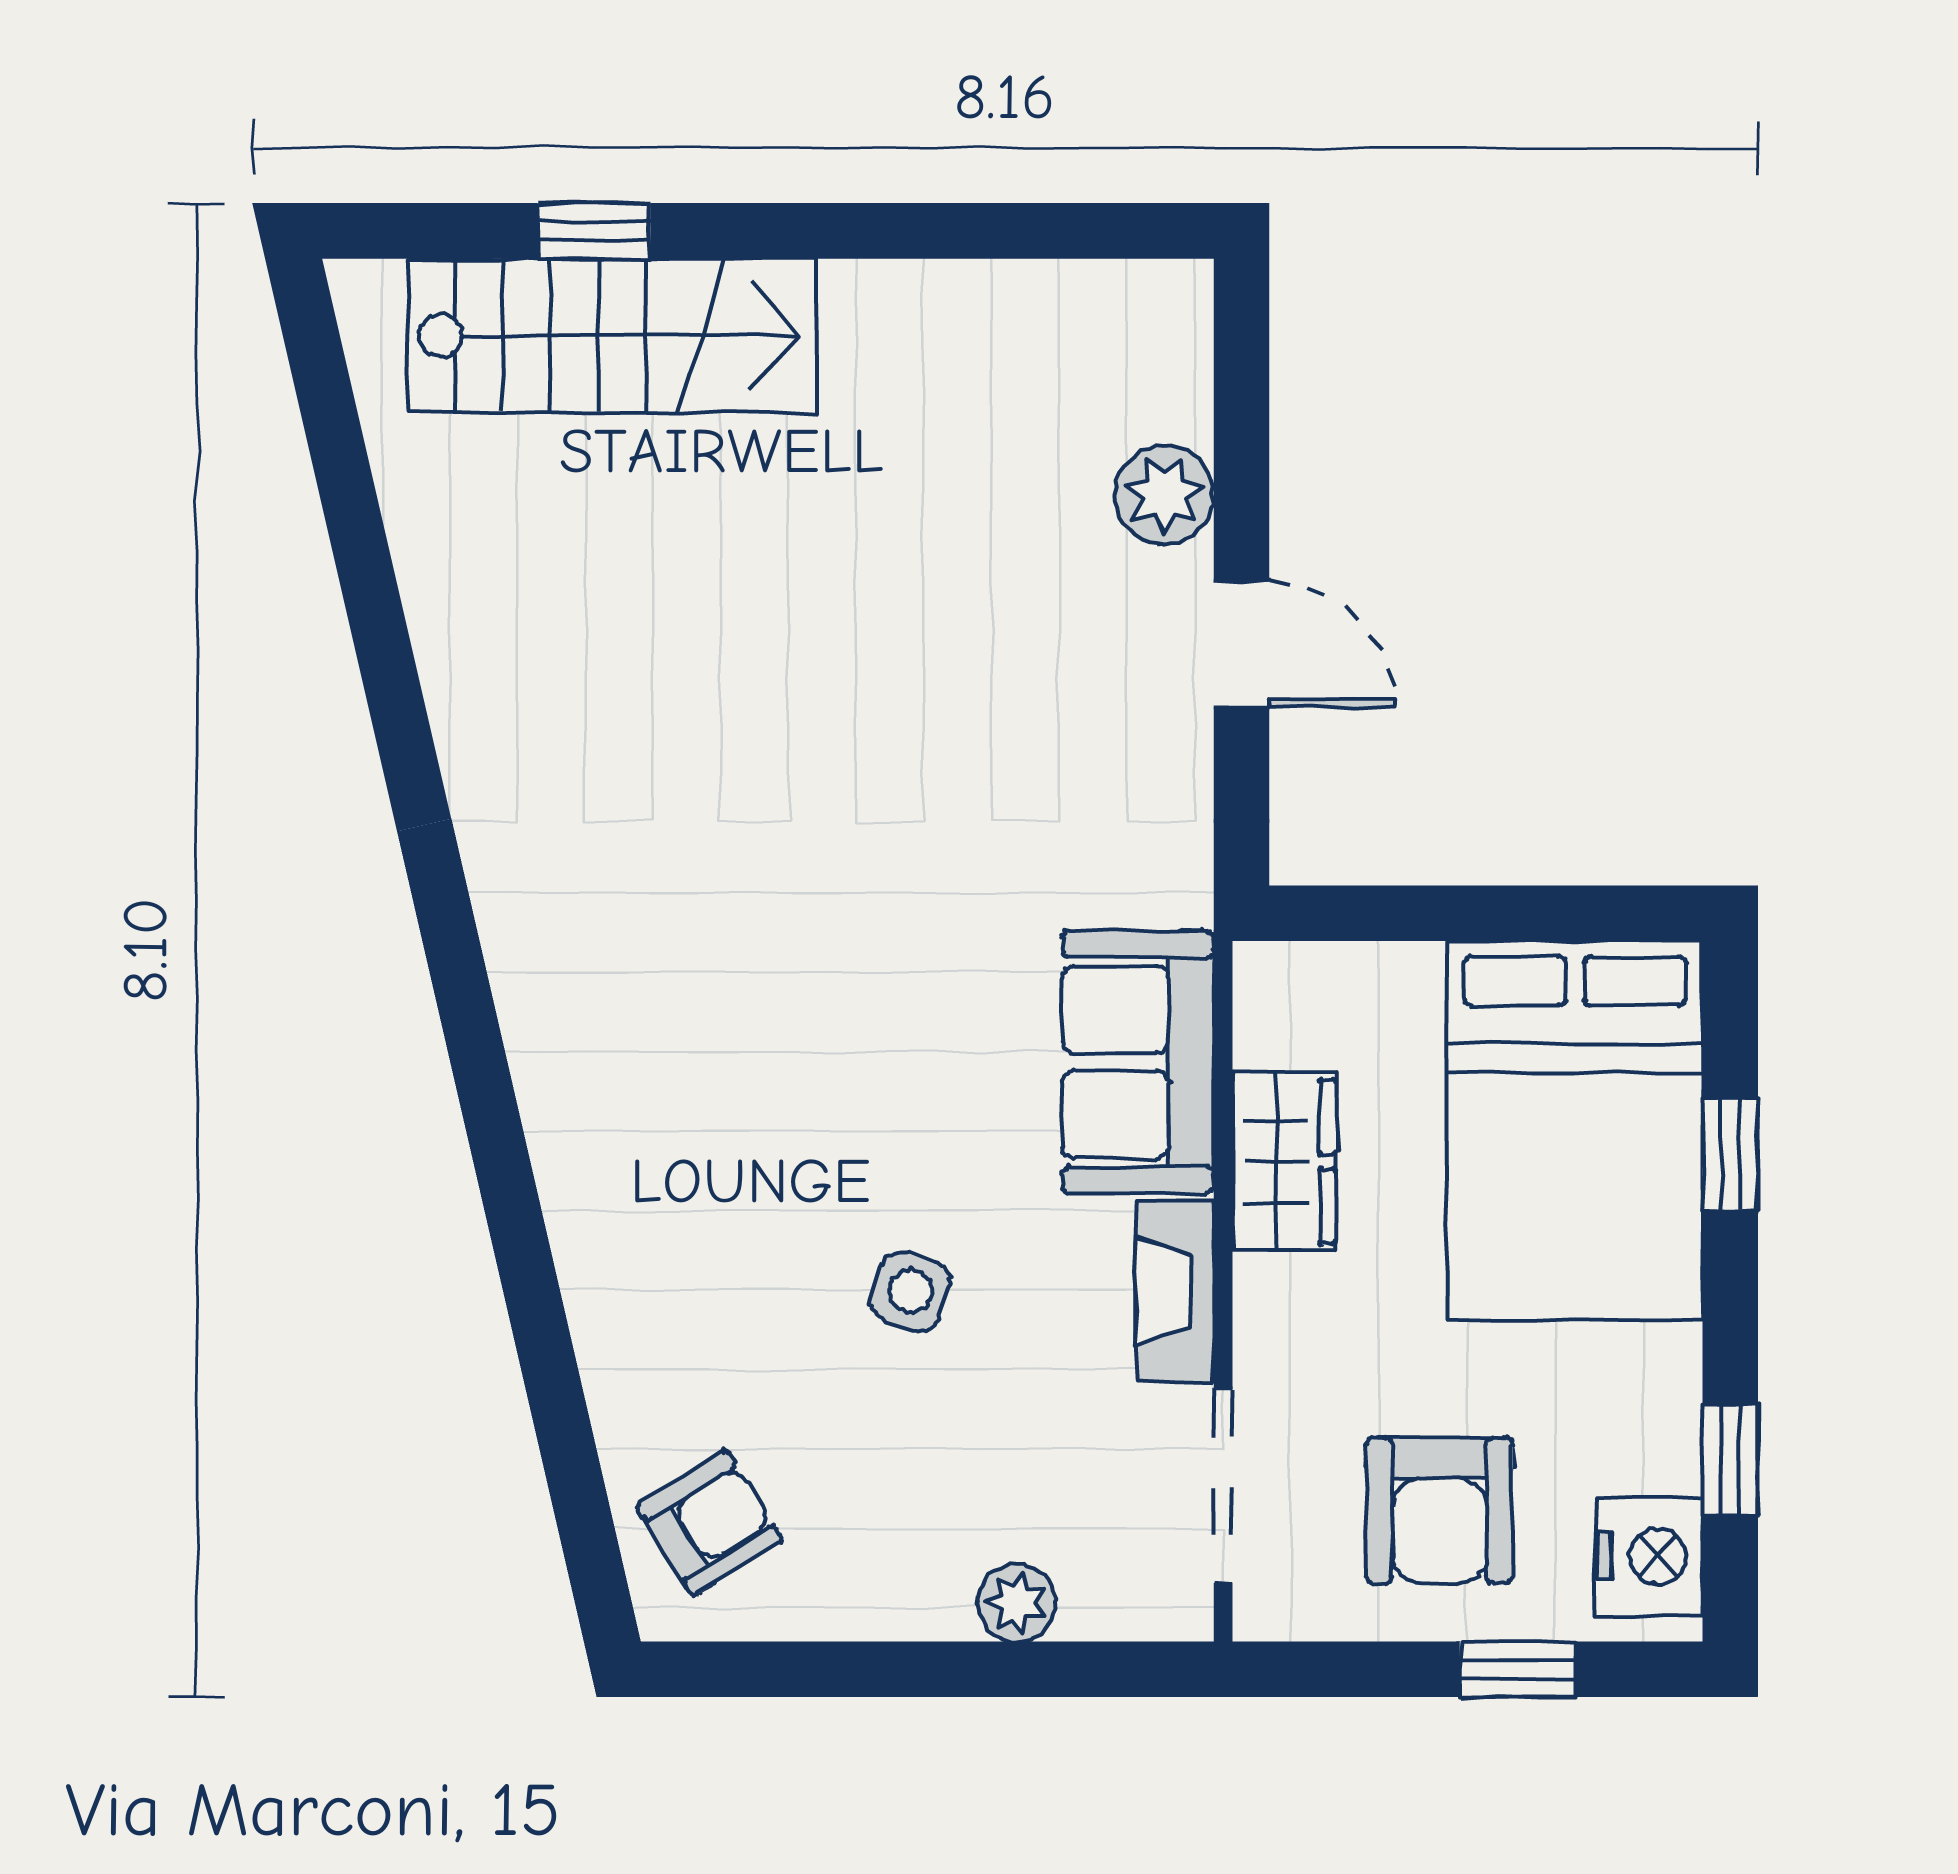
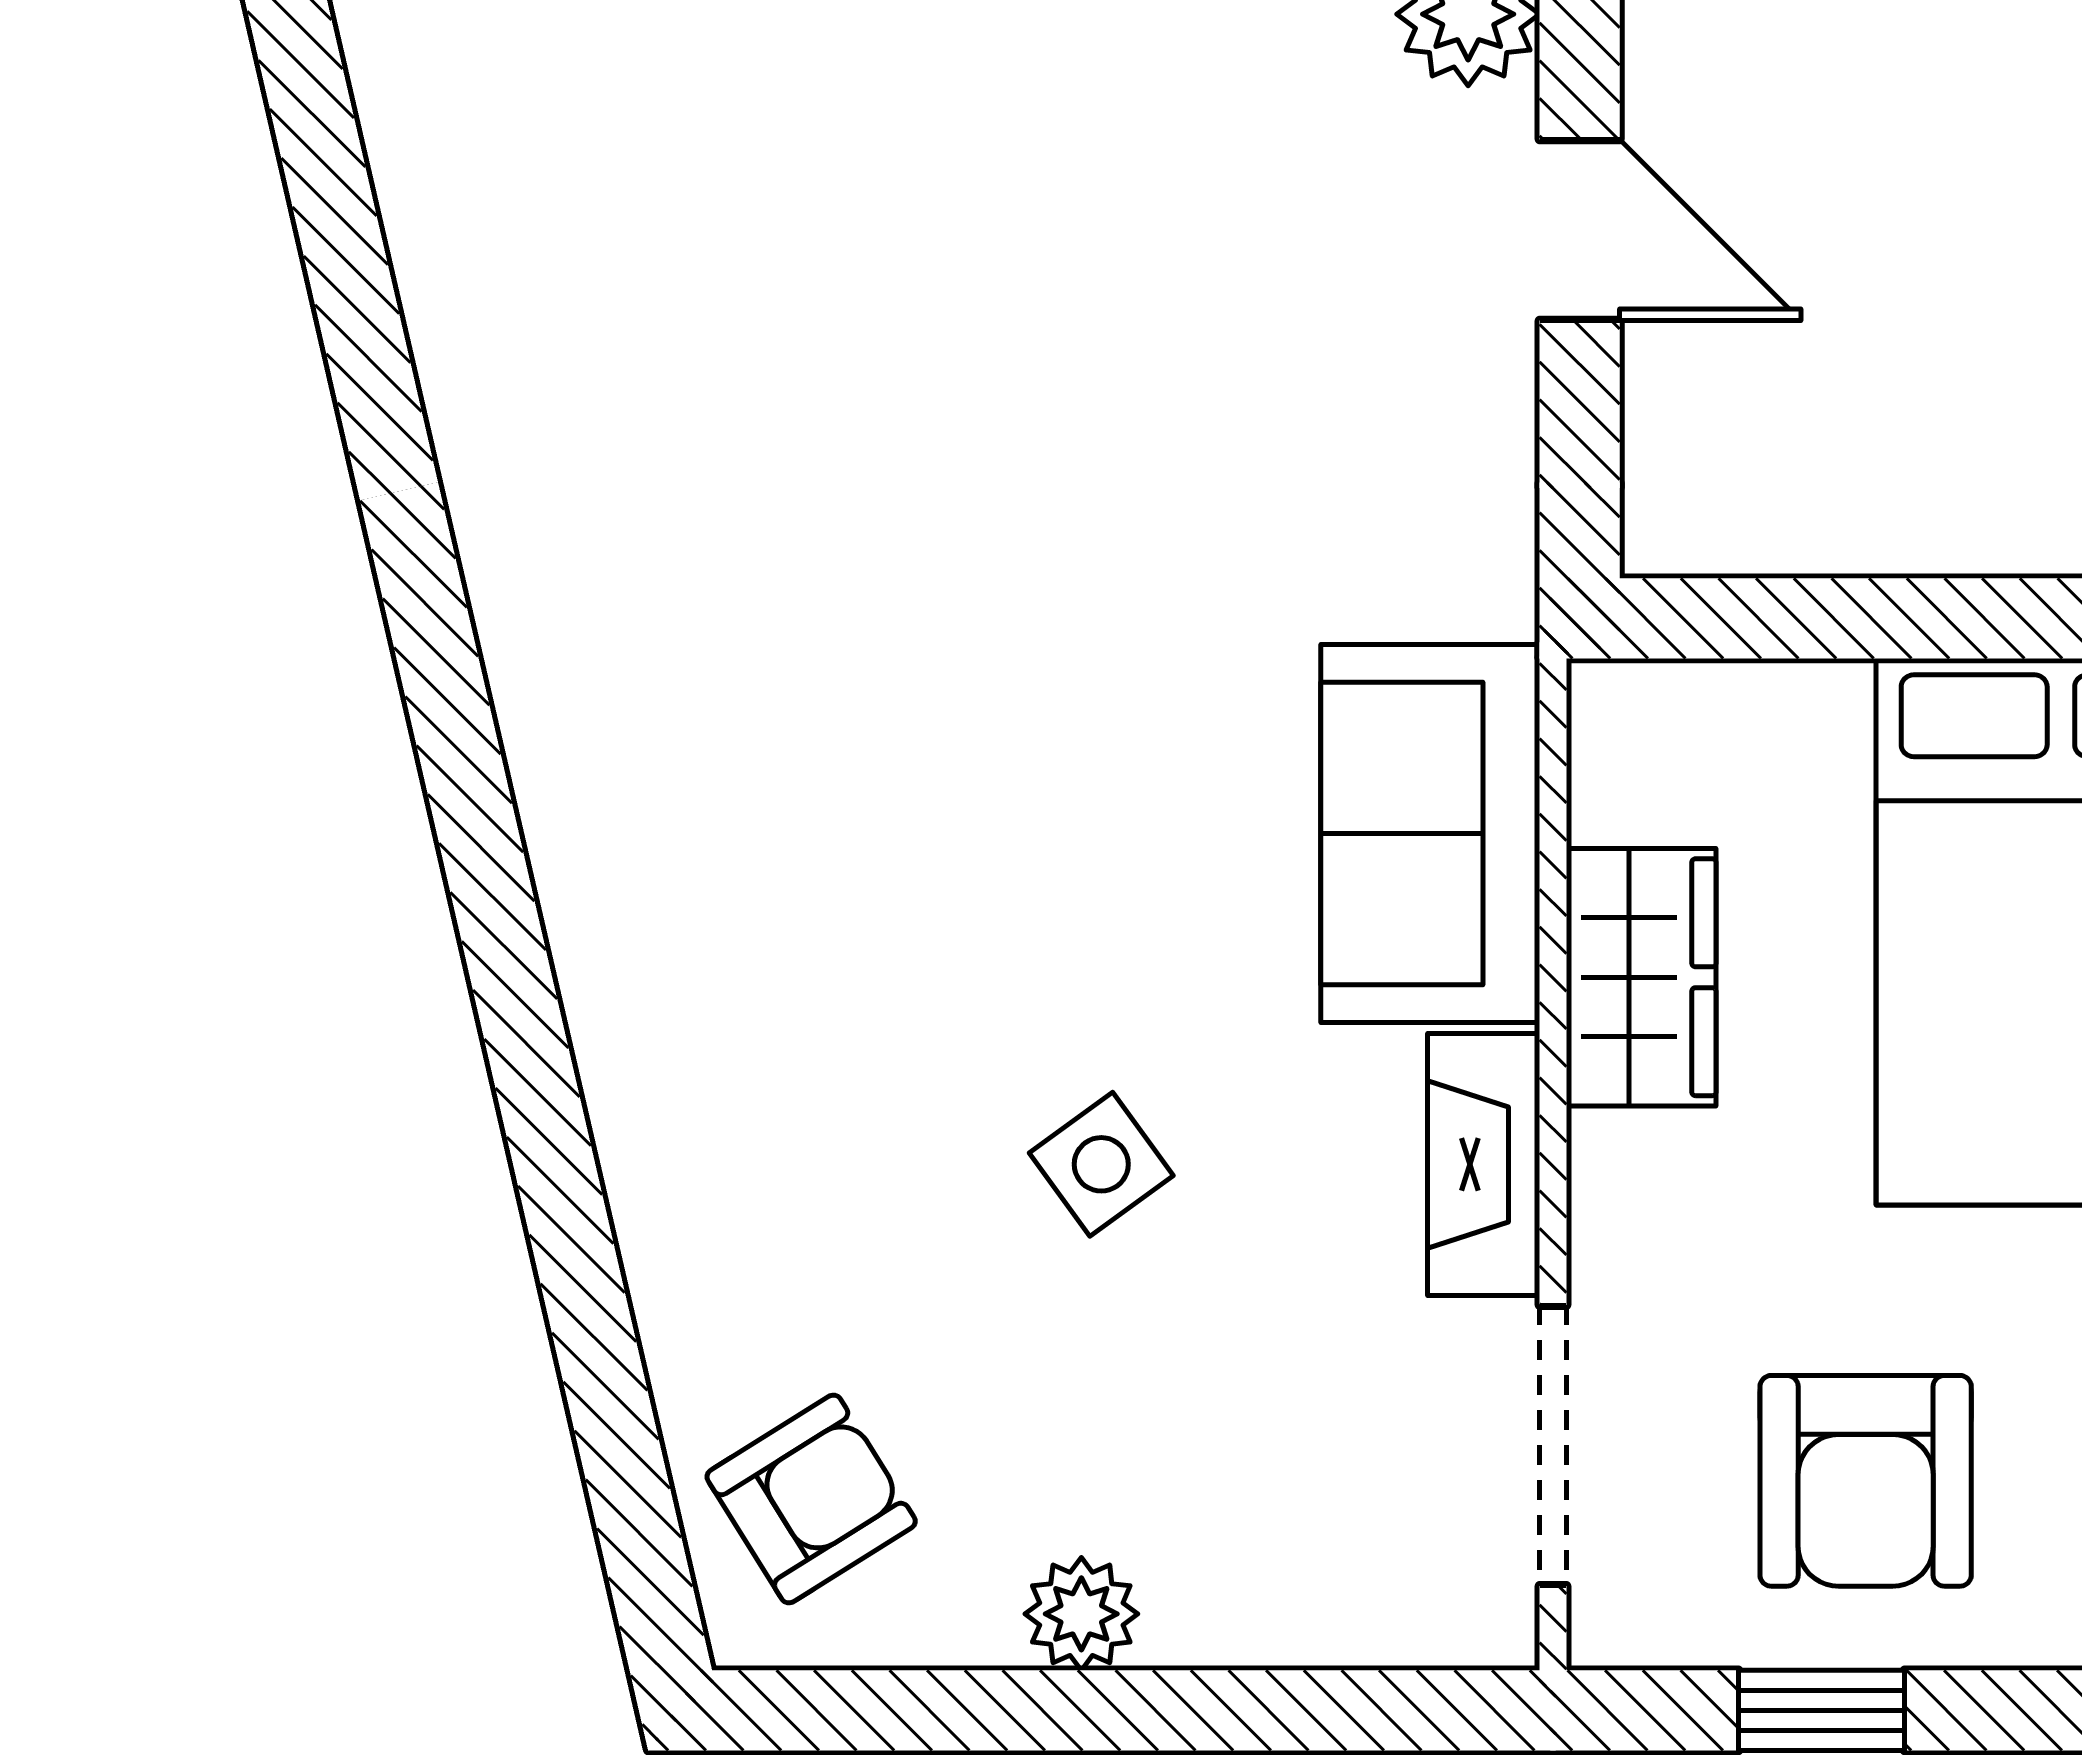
side table: (910, 1291) -> (1101, 1164), turned 35
plant: (1017, 1603) -> (1081, 1614), moved
window: (1517, 1669) -> (1821, 1710), moved

